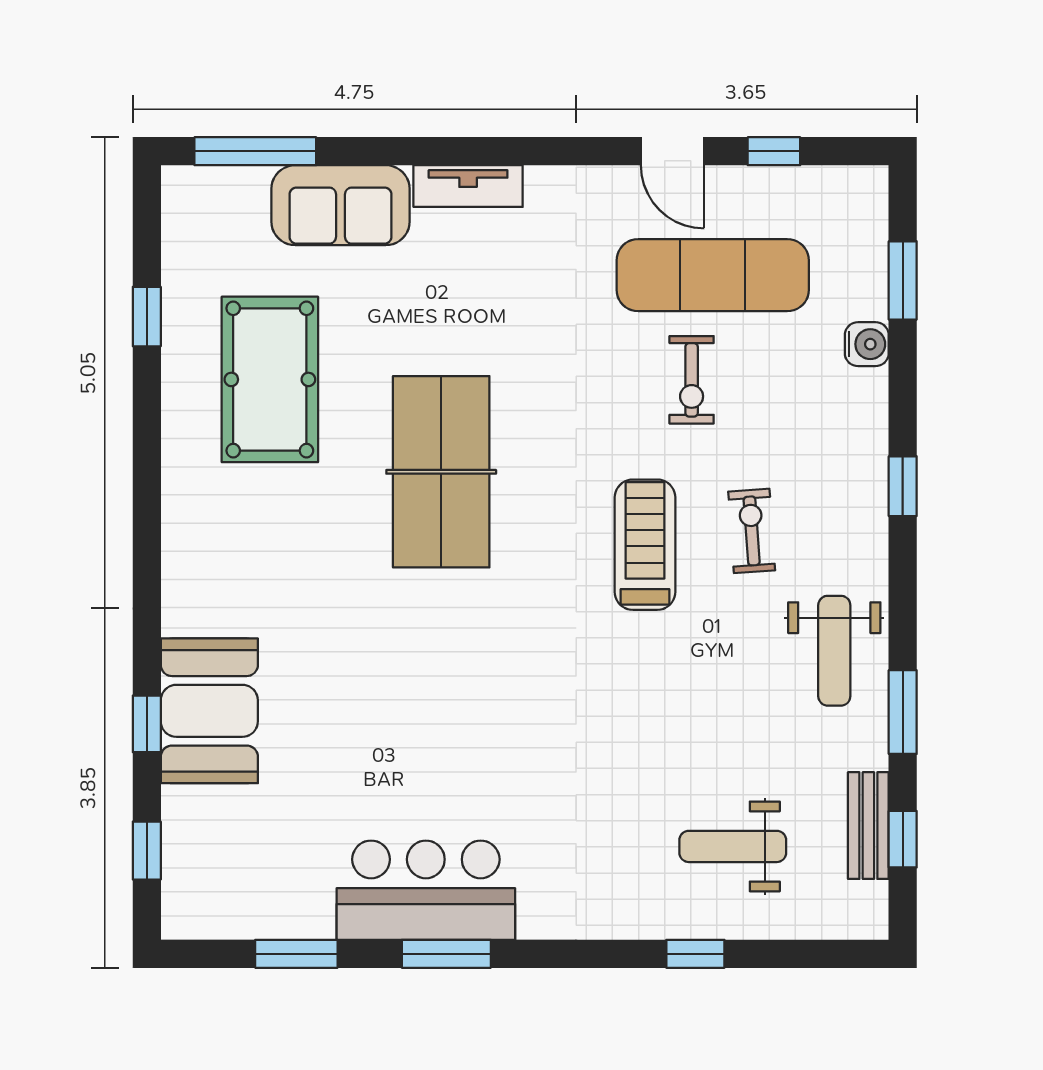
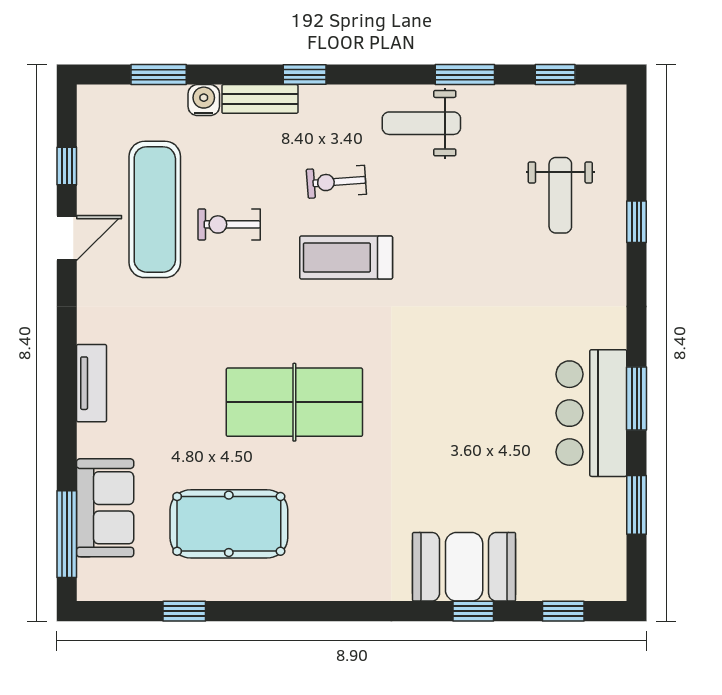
sofa: (340, 205) -> (105, 508), moved
exercise bike: (692, 380) -> (229, 224), turned 180
weight bench: (834, 651) -> (421, 123), turned 180
bench: (868, 826) -> (260, 99), moved

